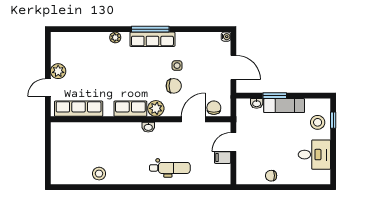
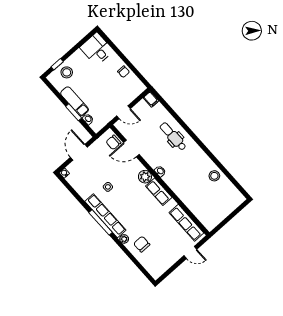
row of seats: (152, 39) -> (105, 216), width x1.36
plant: (58, 71) -> (175, 255), removed
chair: (174, 86) -> (142, 244), moved
desk: (314, 155) -> (97, 49), moved
filing cabinet: (223, 158) -> (151, 99), moved

